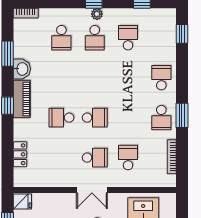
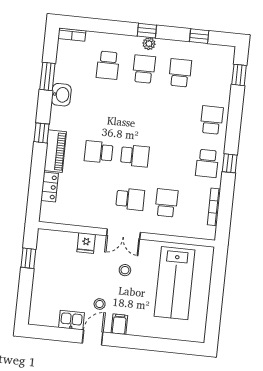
school desk: (95, 38) -> (144, 69), turned 180
piano: (22, 99) -> (55, 151), moved
window: (182, 115) -> (230, 163), width x0.67
fridge: (22, 201) -> (86, 243), moved, turned 90

